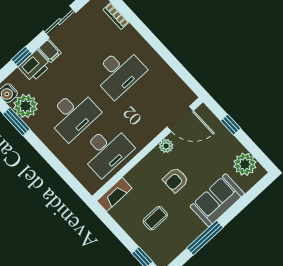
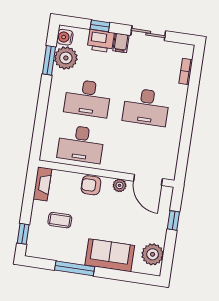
armchair: (176, 180) -> (91, 185), moved
fireplace: (114, 194) -> (42, 184), moved, turned -90

